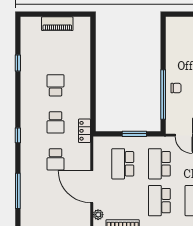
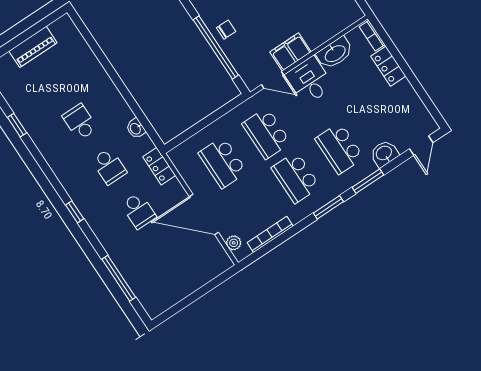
washbasin: (85, 111) -> (136, 128), added
locker: (85, 131) -> (159, 166), moved
window: (134, 134) -> (213, 117), removed

